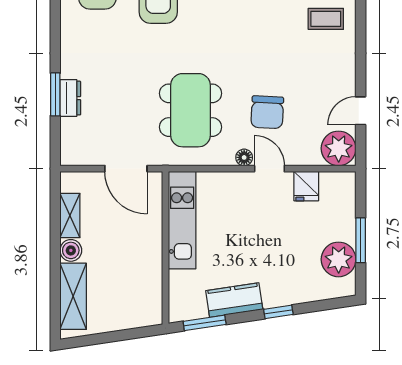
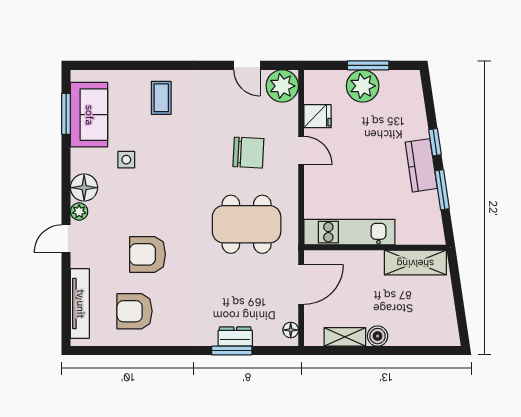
floor lamp: (244, 157) -> (291, 330), moved
door: (269, 169) -> (301, 151), swing flipped
plant: (339, 259) -> (363, 86), moved
shelving: (73, 296) -> (415, 263), moved
kitchen counter: (234, 300) -> (421, 165), moved
window: (205, 323) -> (442, 190), moved

